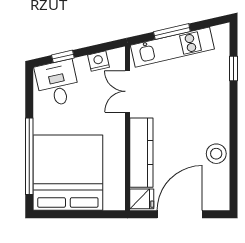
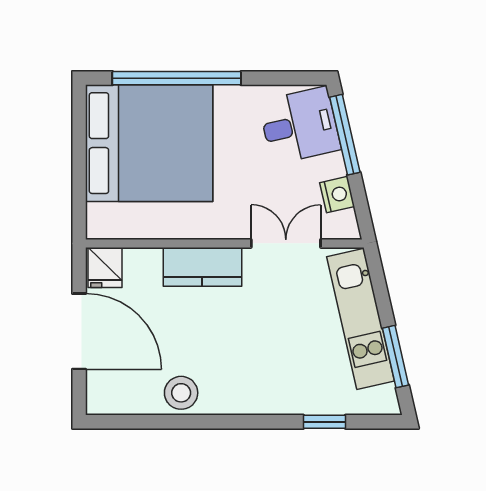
window: (172, 32) -> (395, 357), moved
window: (63, 56) -> (345, 135), width x2.17
kitchen counter: (141, 153) -> (202, 267), width x0.67

